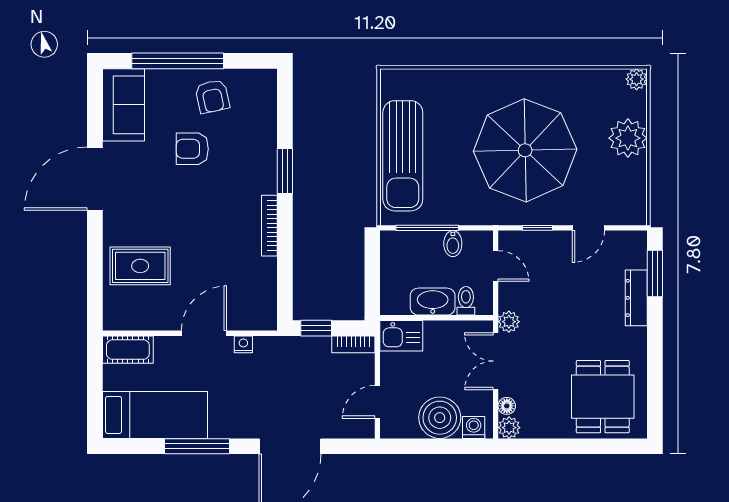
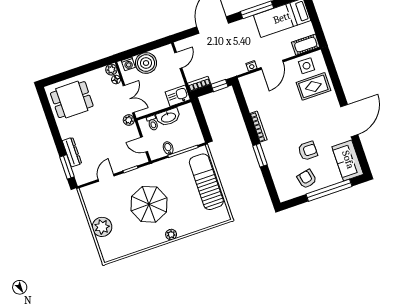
plant: (637, 79) -> (171, 235), moved
parasol: (525, 150) -> (149, 204), width x0.73, depth x0.73
side table: (140, 309) -> (307, 66), added
dining table: (603, 397) -> (72, 100), turned 90

